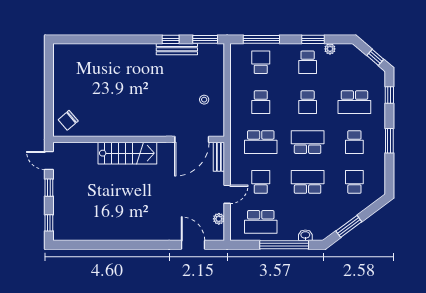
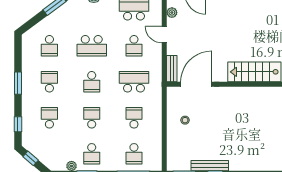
school desk: (308, 62) -> (92, 154), turned 180
school desk: (354, 102) -> (49, 118), width x0.54
school desk: (308, 142) -> (92, 82), width x0.54
door: (227, 194) -> (164, 35), hinge flipped

